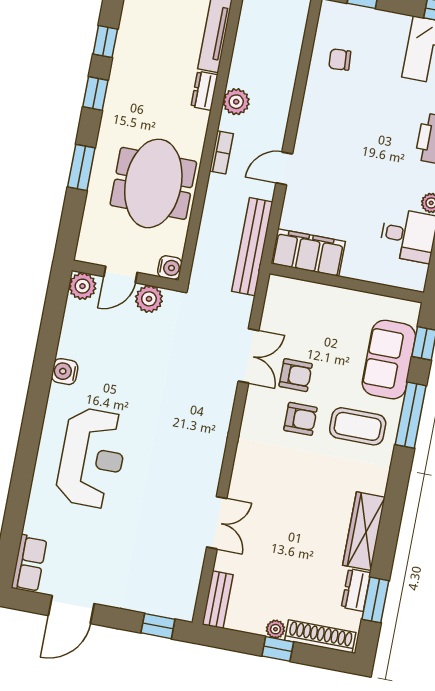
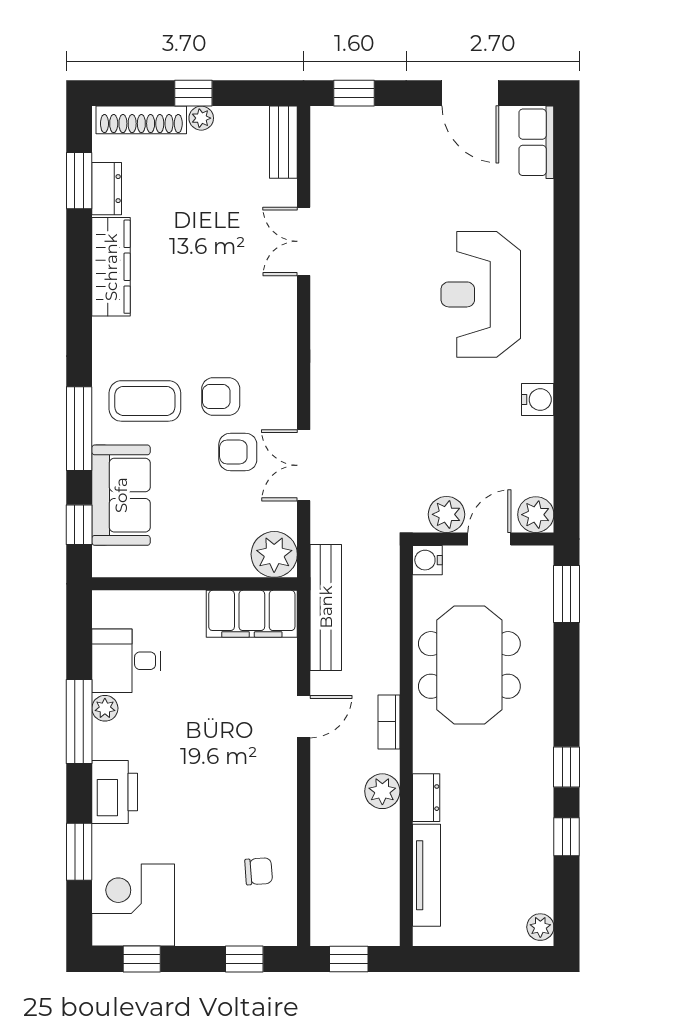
window: (81, 167) -> (567, 594), moved
plant: (283, 294) -> (274, 554), added
door: (71, 610) -> (470, 93), swing flipped

